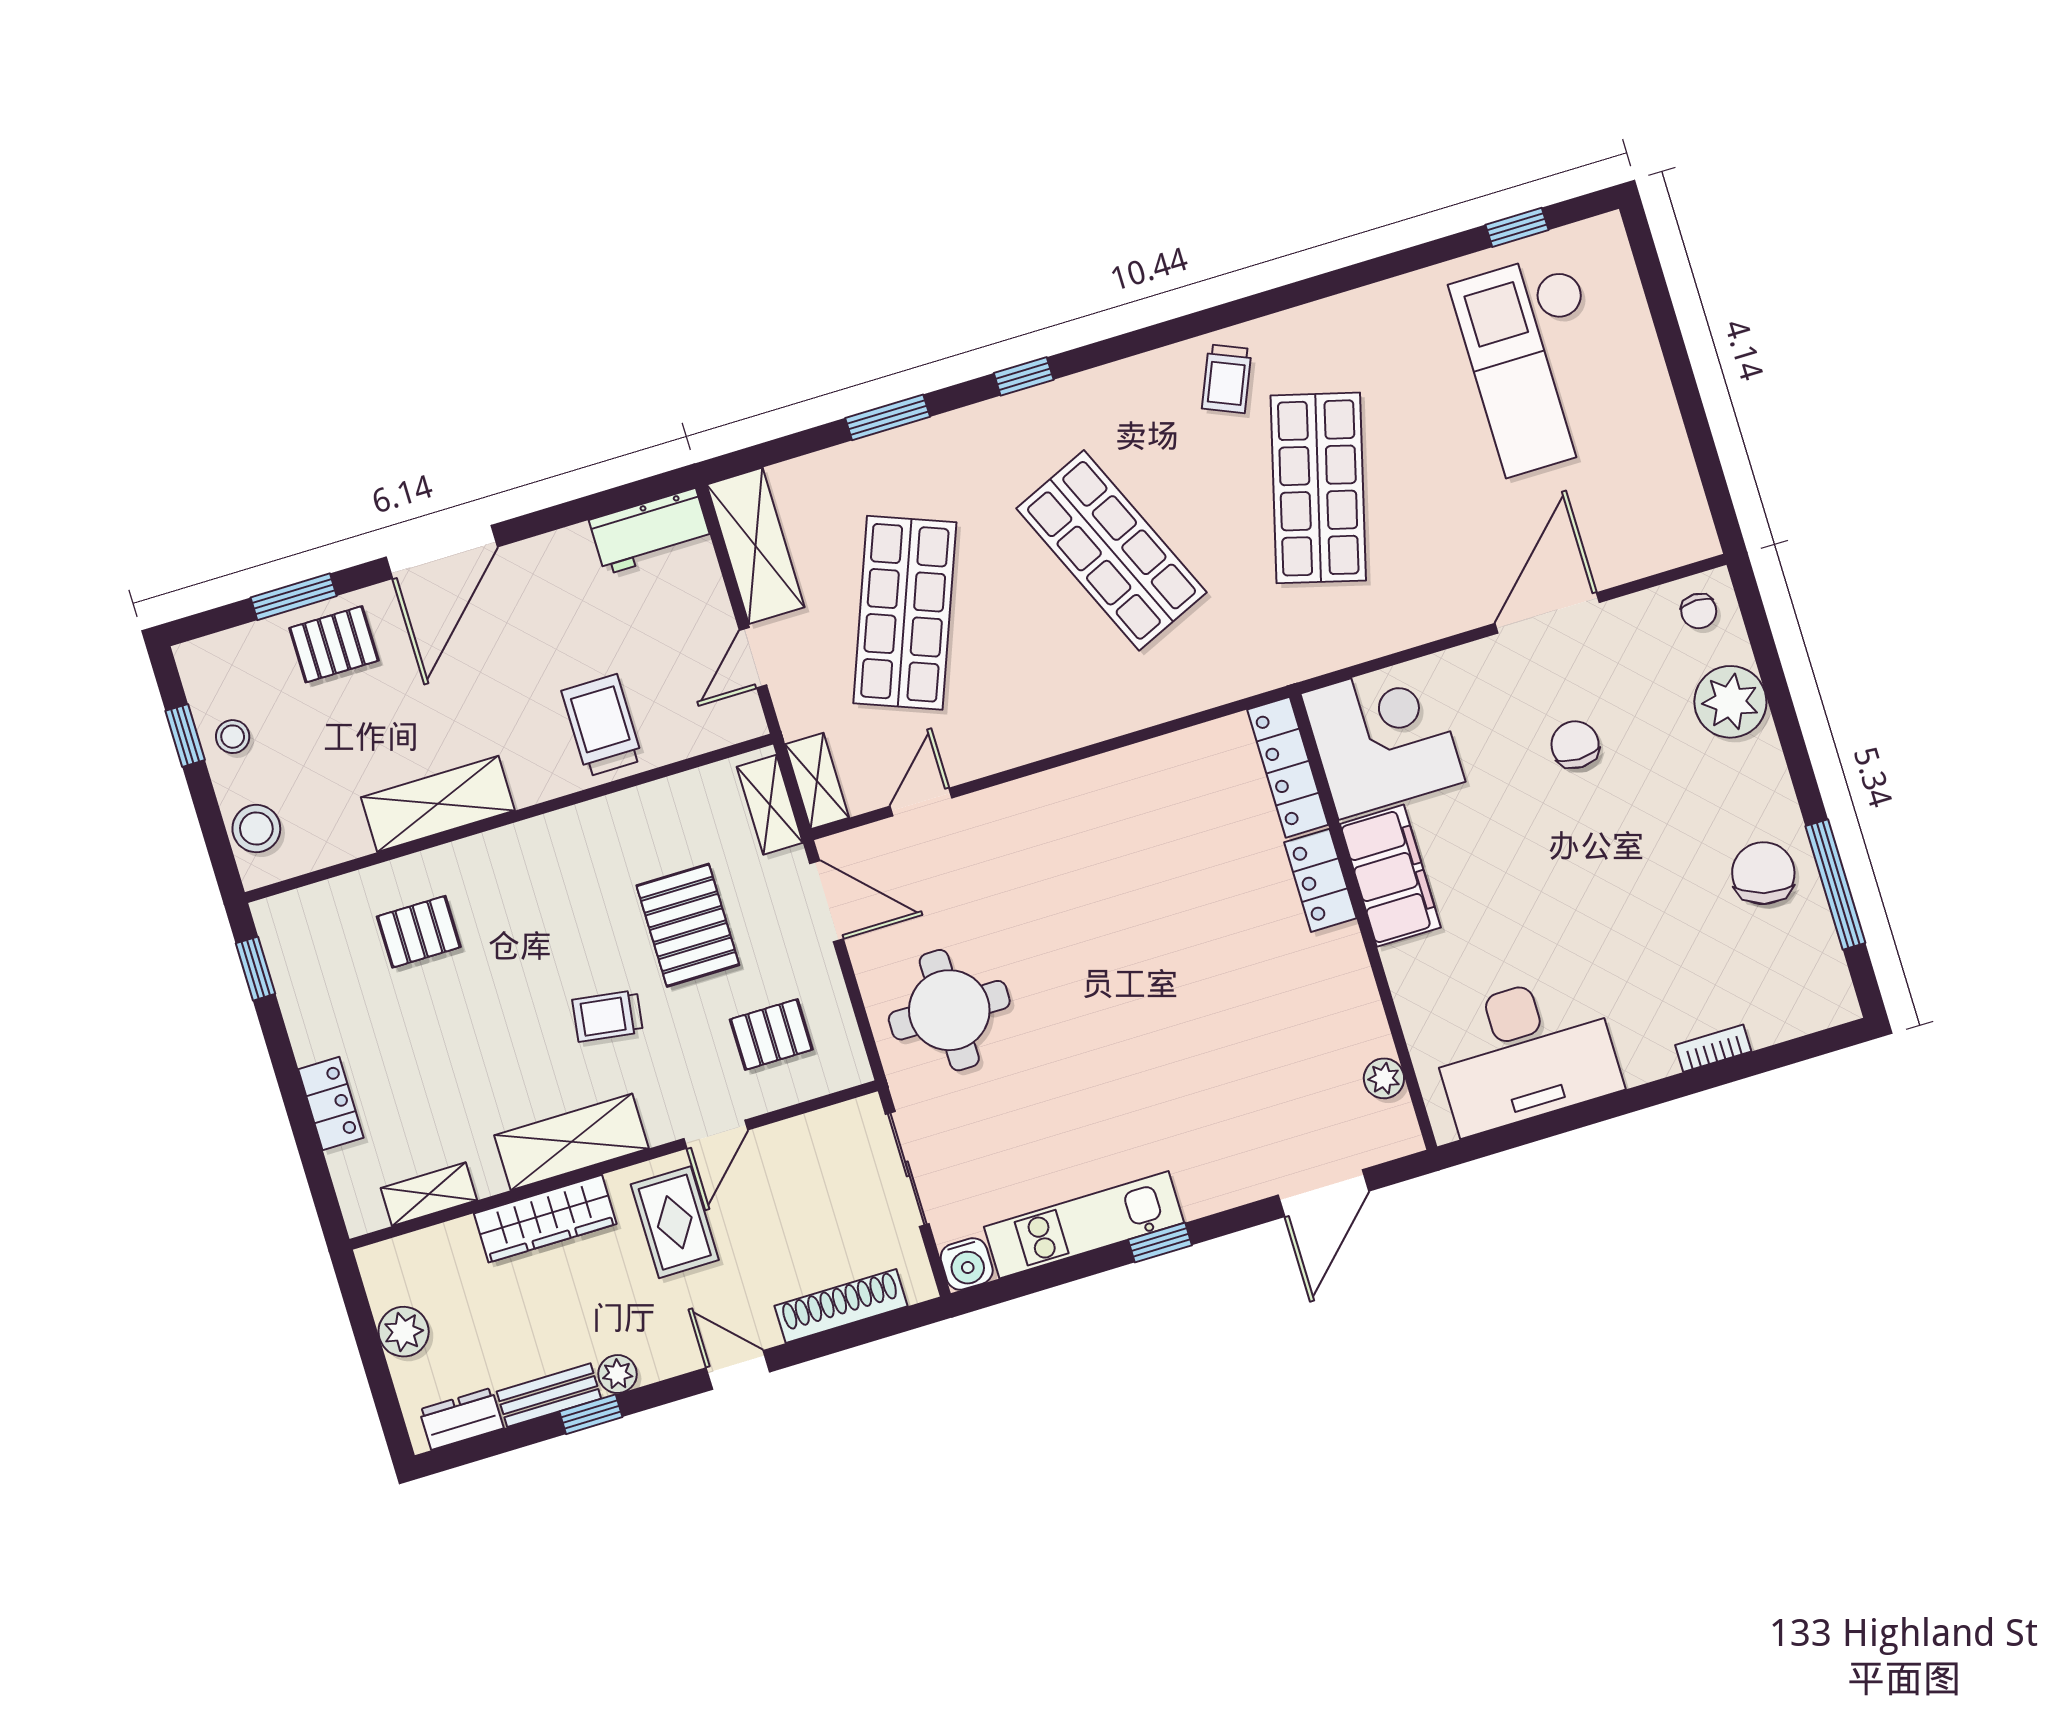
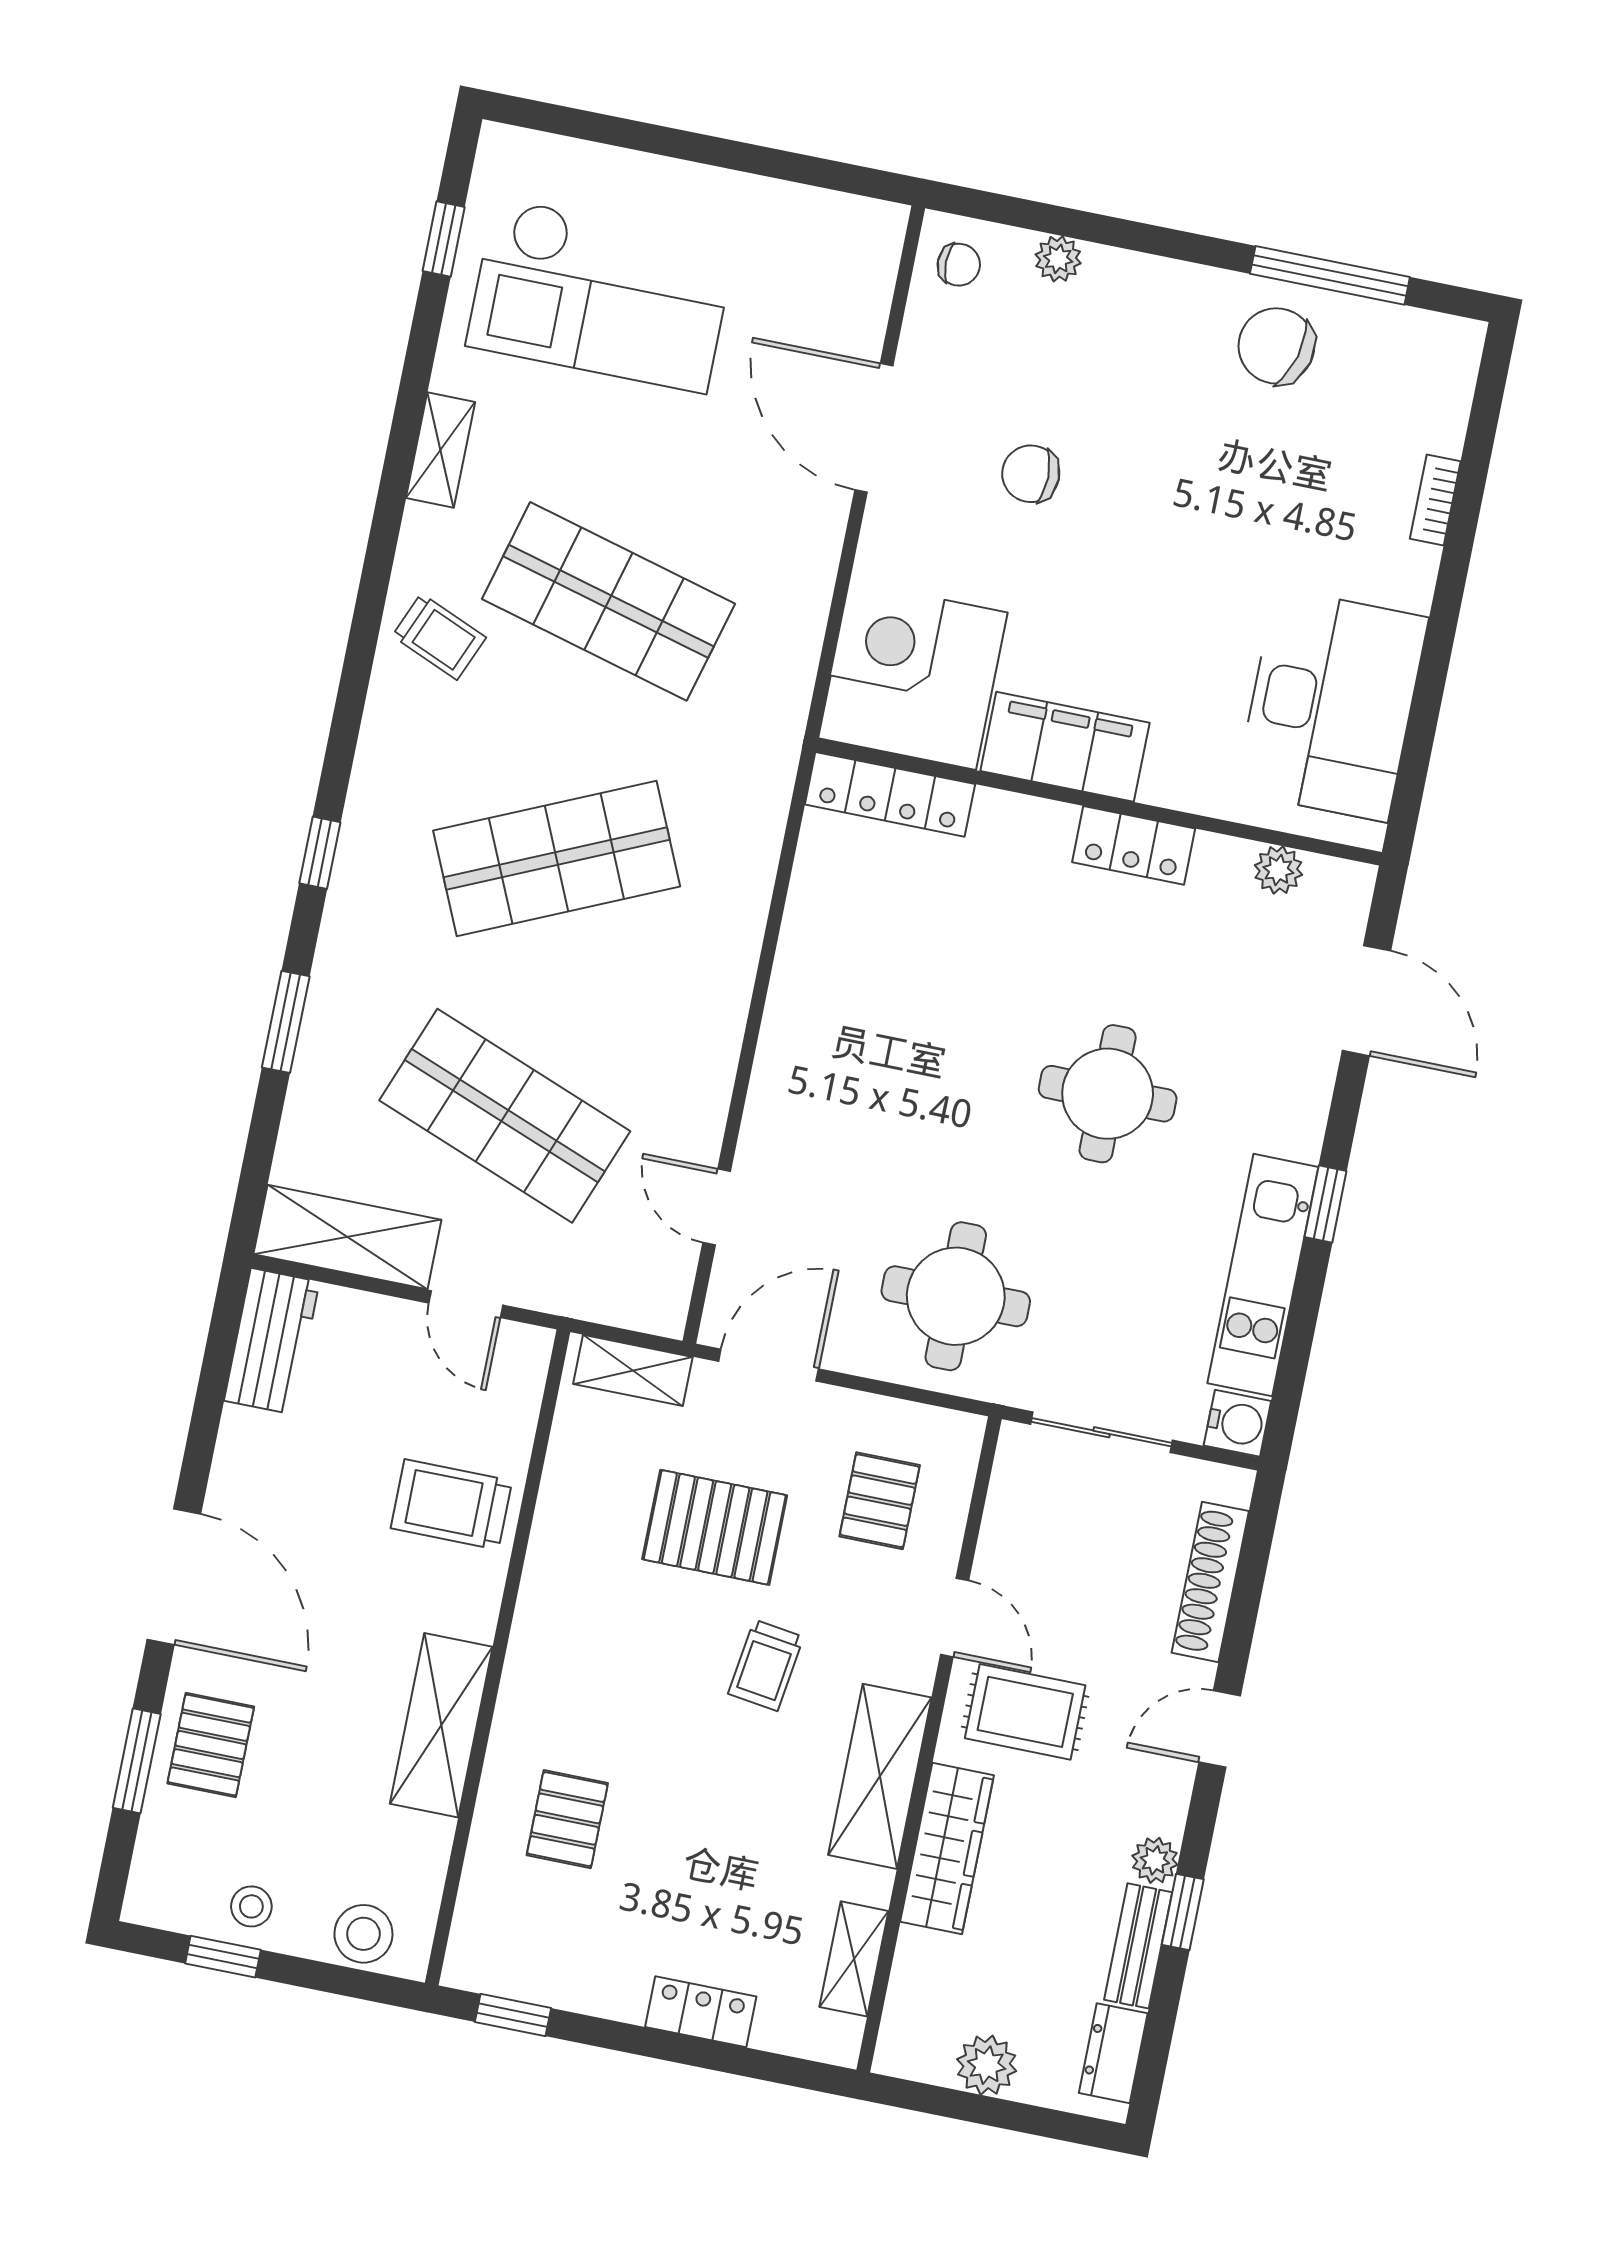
plant: (1730, 702) -> (1058, 259), width x0.53, depth x0.53
shelving: (817, 781) -> (440, 450), moved, turned 90
locker: (1320, 880) -> (1134, 845), moved
round table: (1155, 1042) -> (1108, 1094), added

